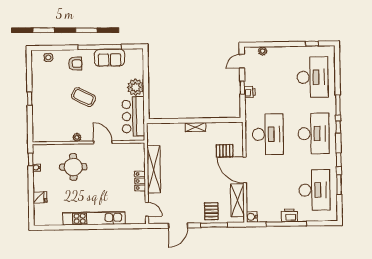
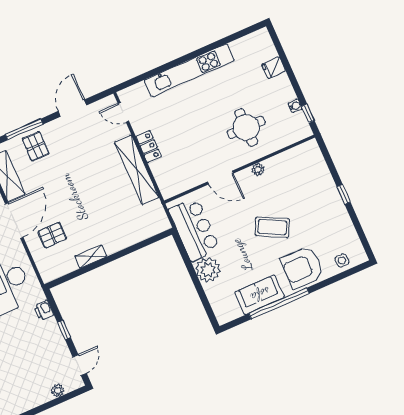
armchair: (75, 64) -> (302, 267), width x1.88, depth x1.88
printer: (250, 92) -> (44, 310), moved
shelving: (195, 127) -> (91, 256), moved
door: (245, 170) -> (14, 221), hinge flipped

